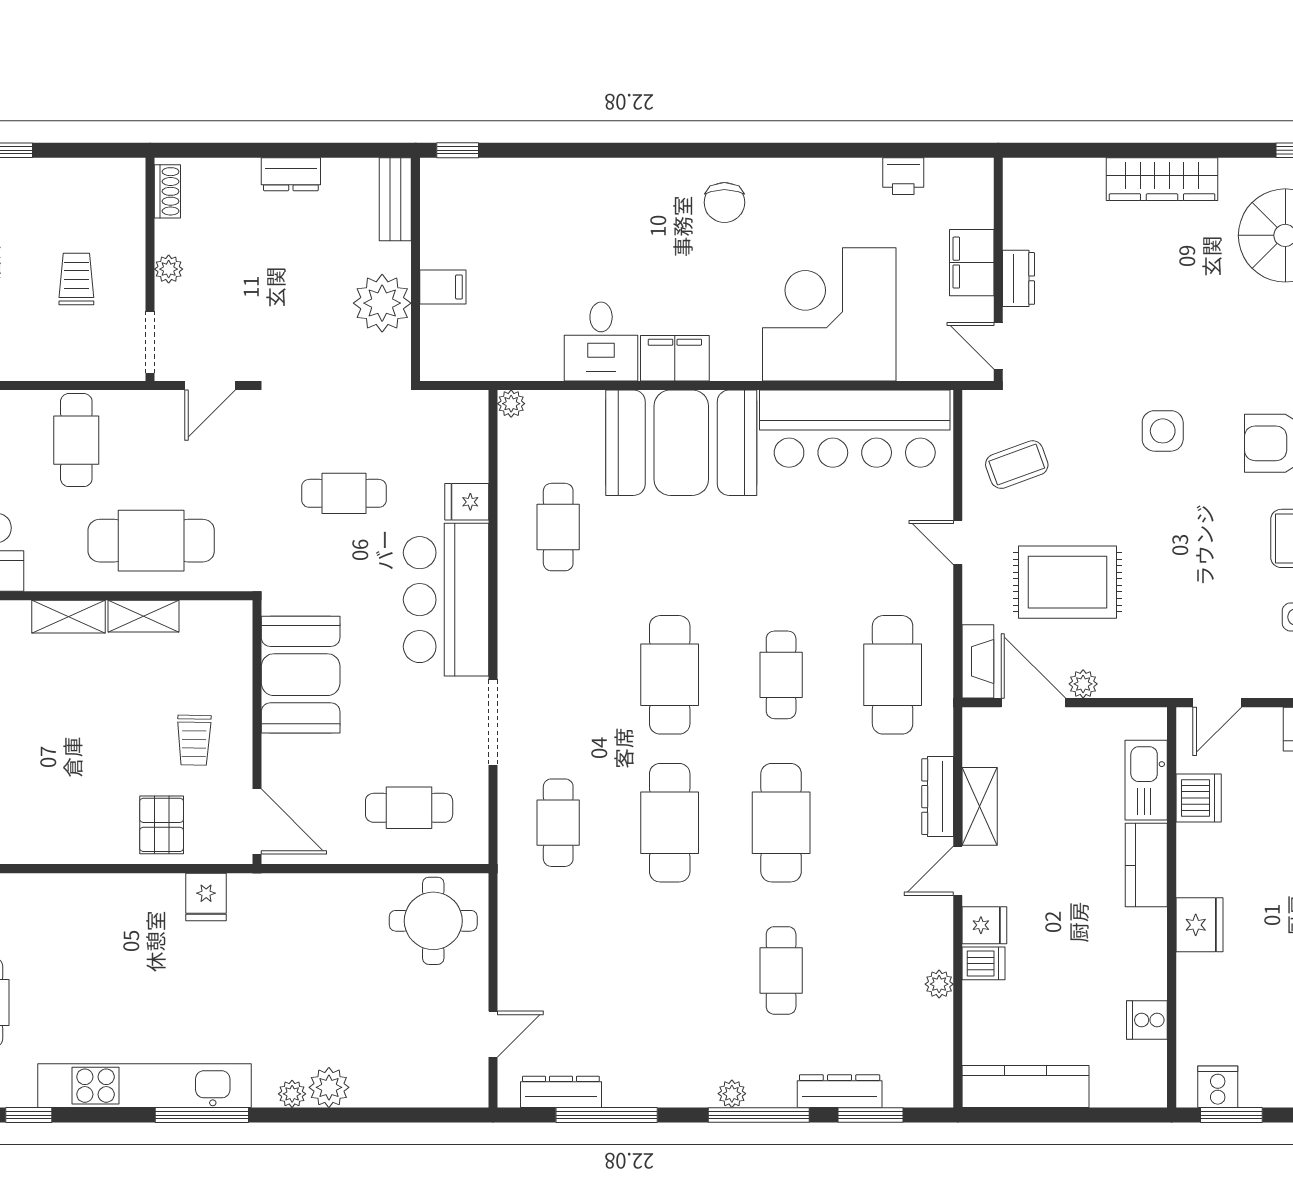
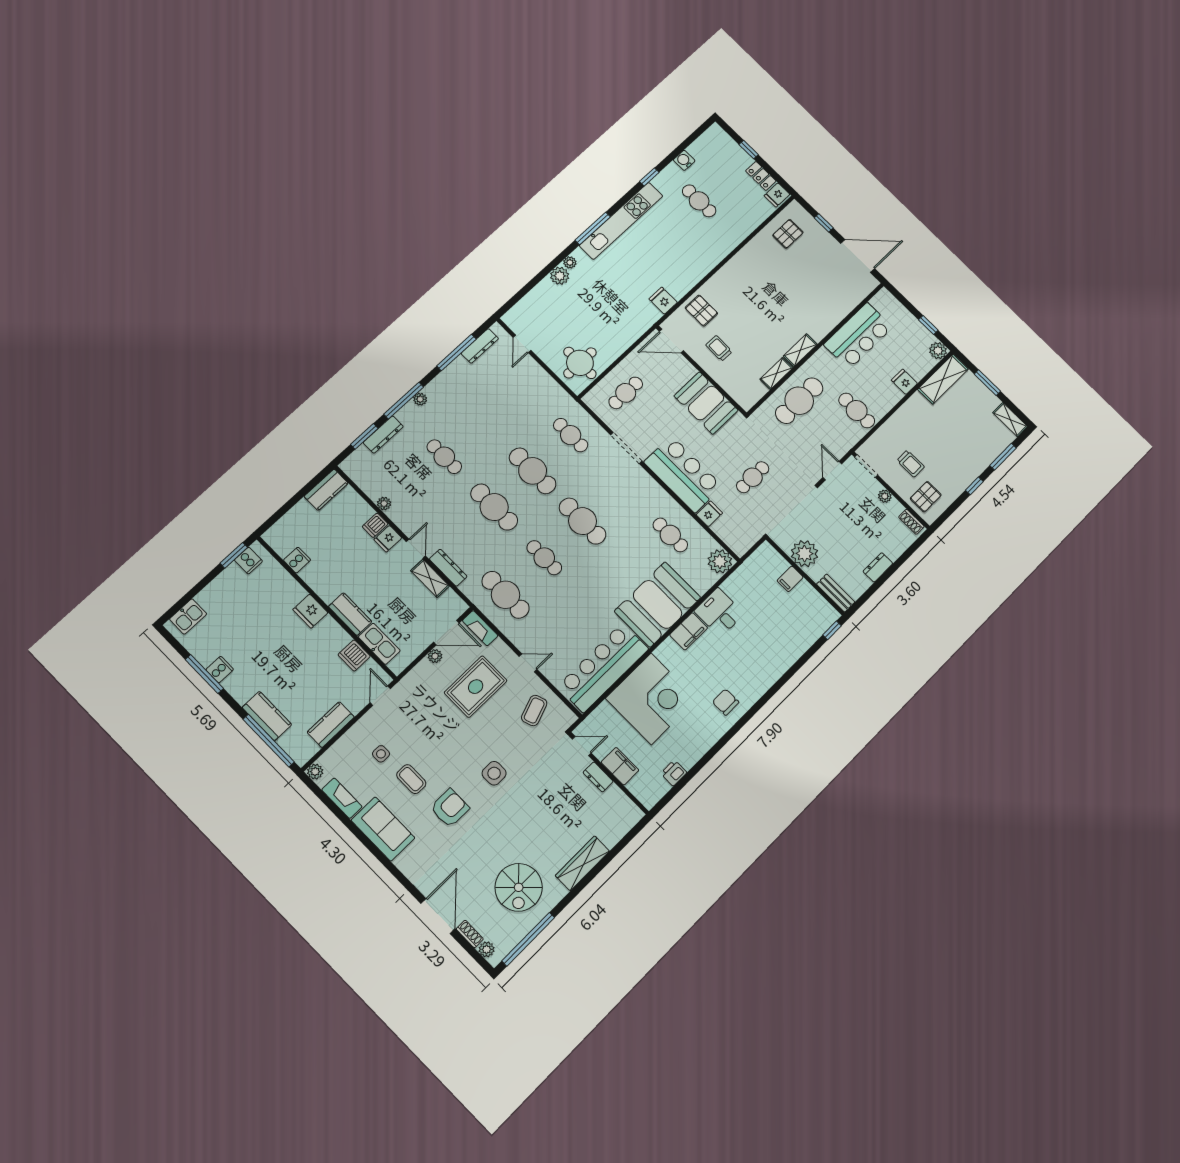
pallet: (105, 207) -> (926, 497), added
plant: (511, 404) -> (720, 561), width x1.88, depth x1.88
kitchen counter: (1026, 1087) -> (326, 490), width x0.67

